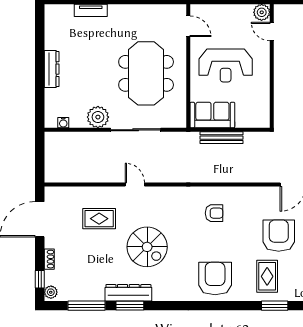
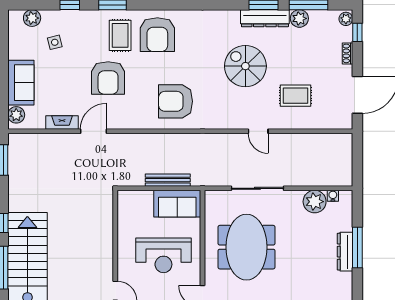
reception desk: (226, 65) -> (163, 255), turned 180
window: (40, 73) -> (357, 248), added
plant: (98, 117) -> (315, 202), moved
armchair: (214, 213) -> (176, 101), width x1.88, depth x1.88
armchair: (215, 278) -> (157, 35), moved
plant: (95, 293) -> (299, 18), added

